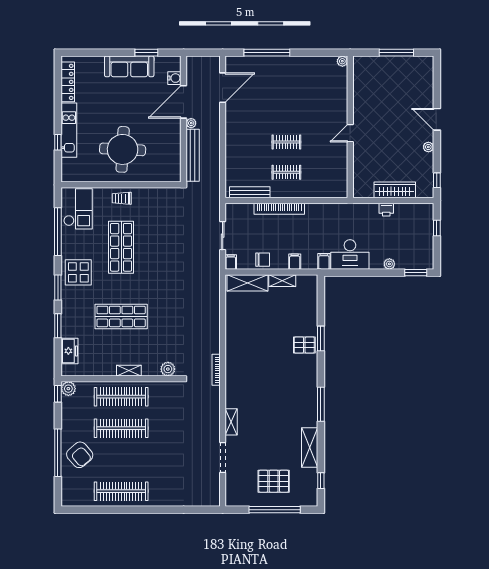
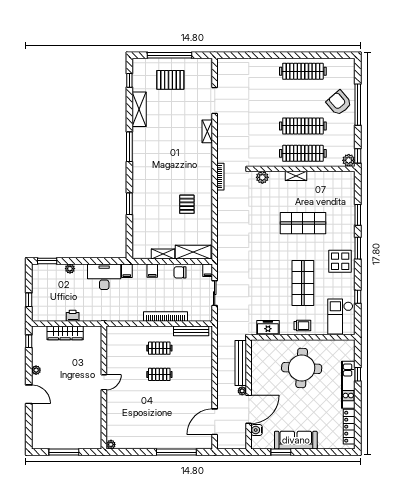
window: (58, 232) -> (358, 297), width x0.32
pallet: (304, 345) -> (187, 204), moved, turned 90
freezer: (70, 351) -> (268, 328), moved, turned 90

